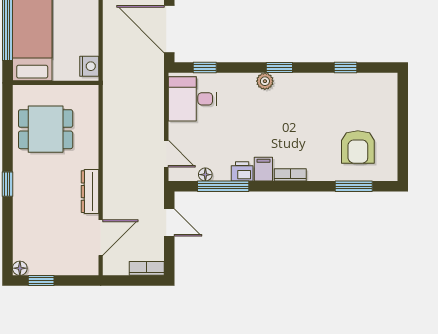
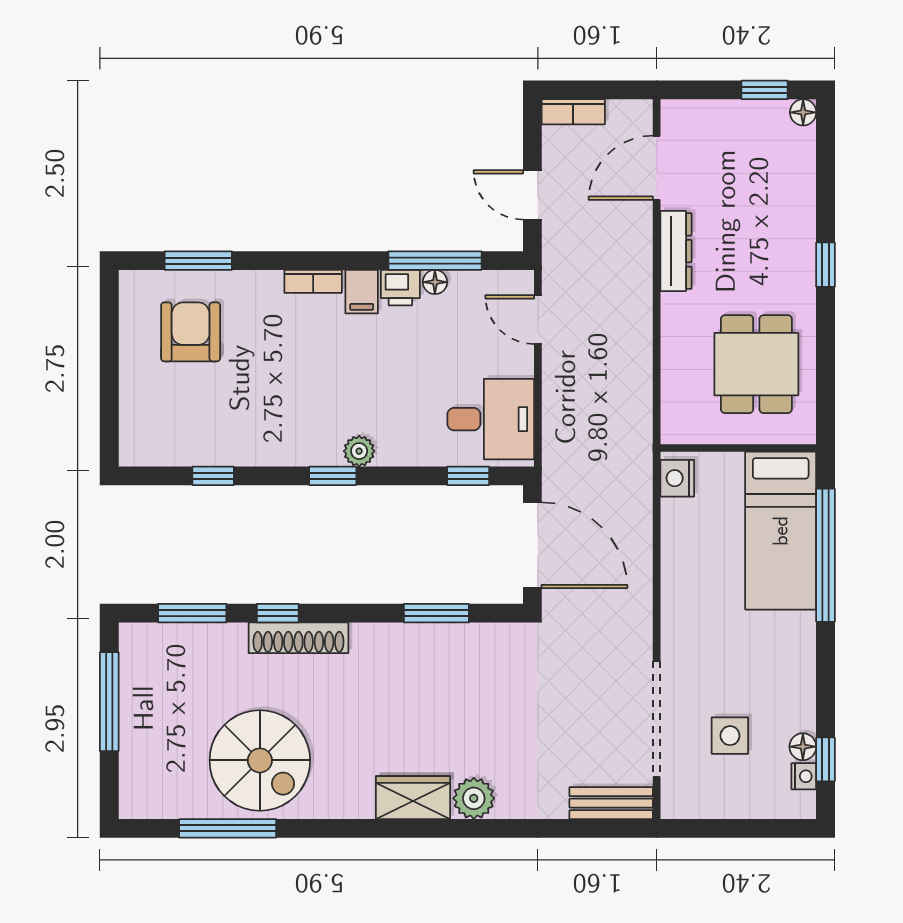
dining table: (46, 129) -> (756, 364), turned 90
floor lamp: (205, 175) -> (435, 282), moved

